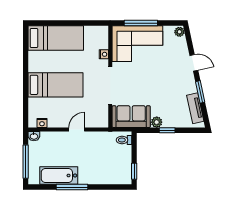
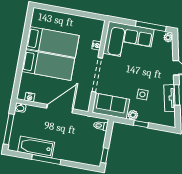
window: (141, 23) -> (151, 26), moved
bed: (56, 38) -> (52, 42), moved
side table: (163, 98) -> (142, 94), added
tv unit: (195, 108) -> (169, 98), moved
door: (77, 130) -> (60, 109), width x1.88

